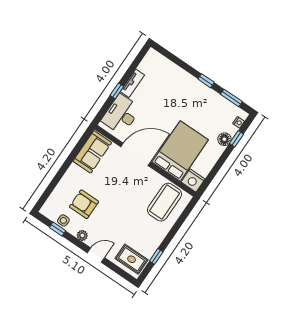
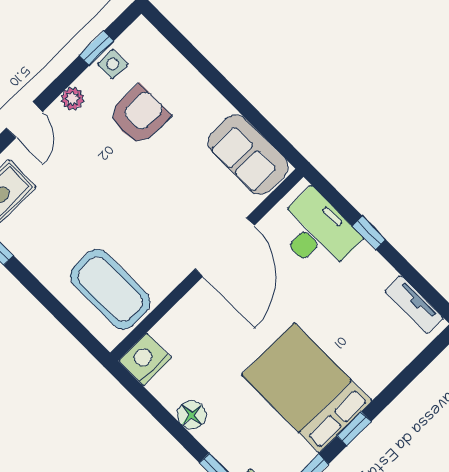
tv unit: (132, 83) -> (414, 304), moved
floor lamp: (224, 139) -> (192, 415), moved
bed: (180, 151) -> (307, 388), moved, turned 180

